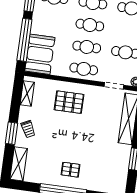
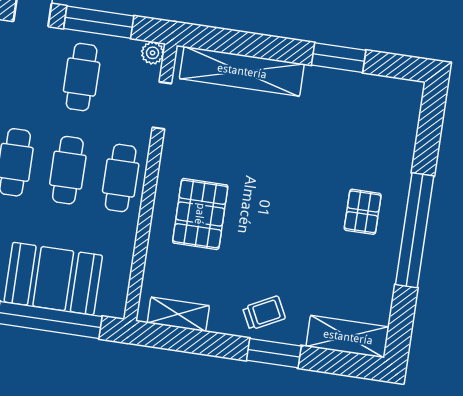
booth: (40, 54) -> (53, 279), moved

